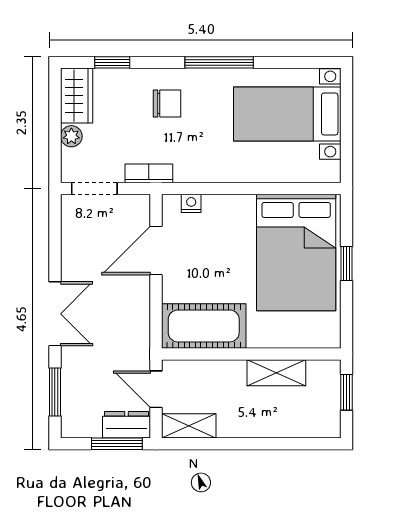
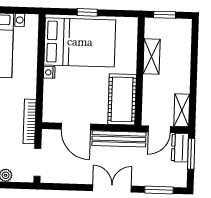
bookcase: (149, 173) -> (30, 121), width x1.56
nightstand: (191, 203) -> (49, 72), moved
bench: (138, 323) -> (119, 139), added

